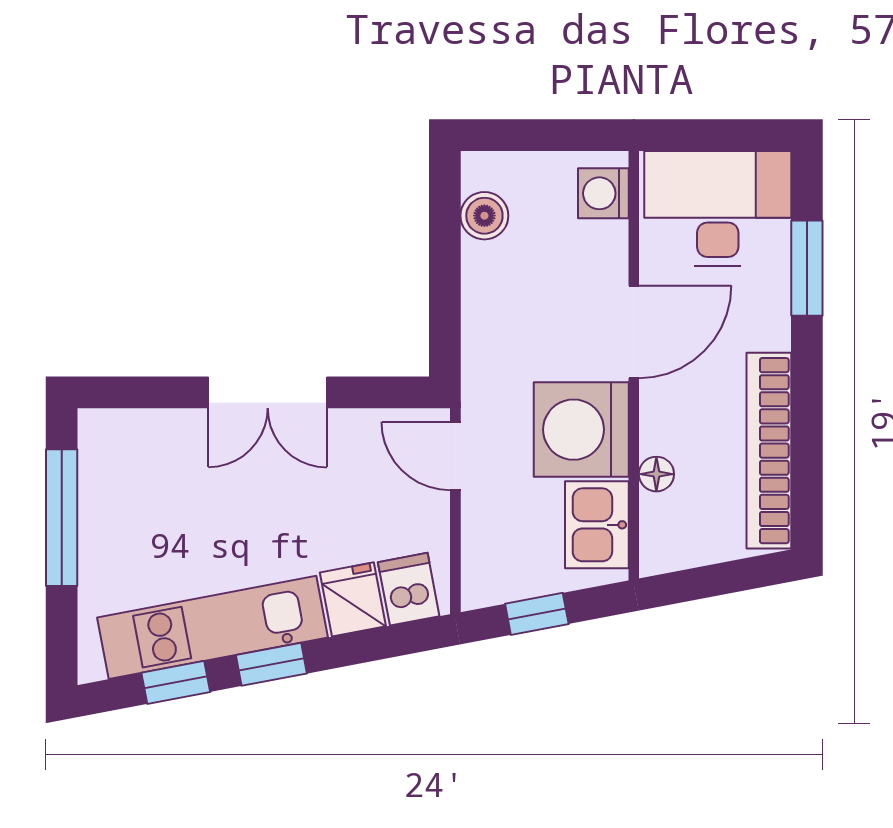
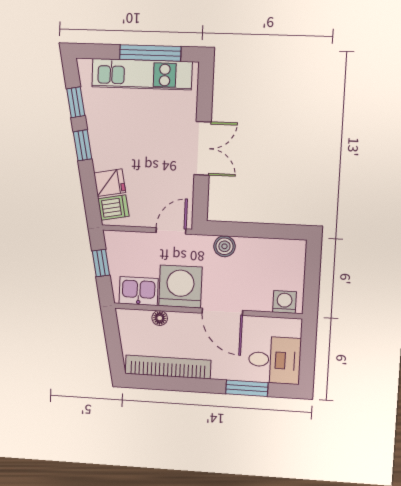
desk: (718, 209) -> (275, 360), width x0.73
boiler: (484, 216) -> (224, 246), moved
double door: (268, 392) -> (203, 148), swing flipped
kitchen unit: (212, 627) -> (142, 74), moved, turned 101

